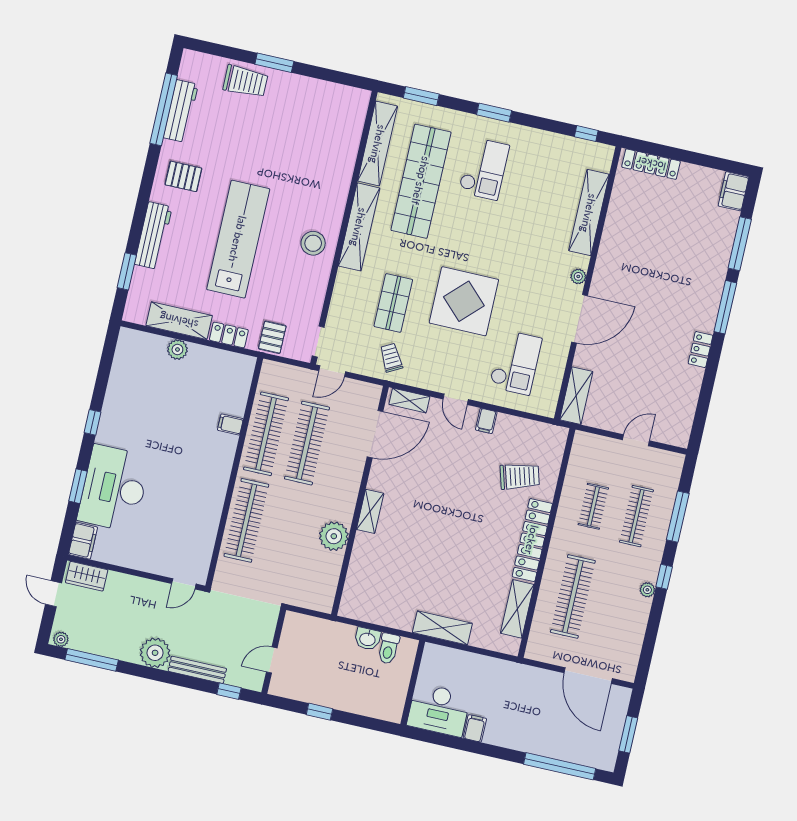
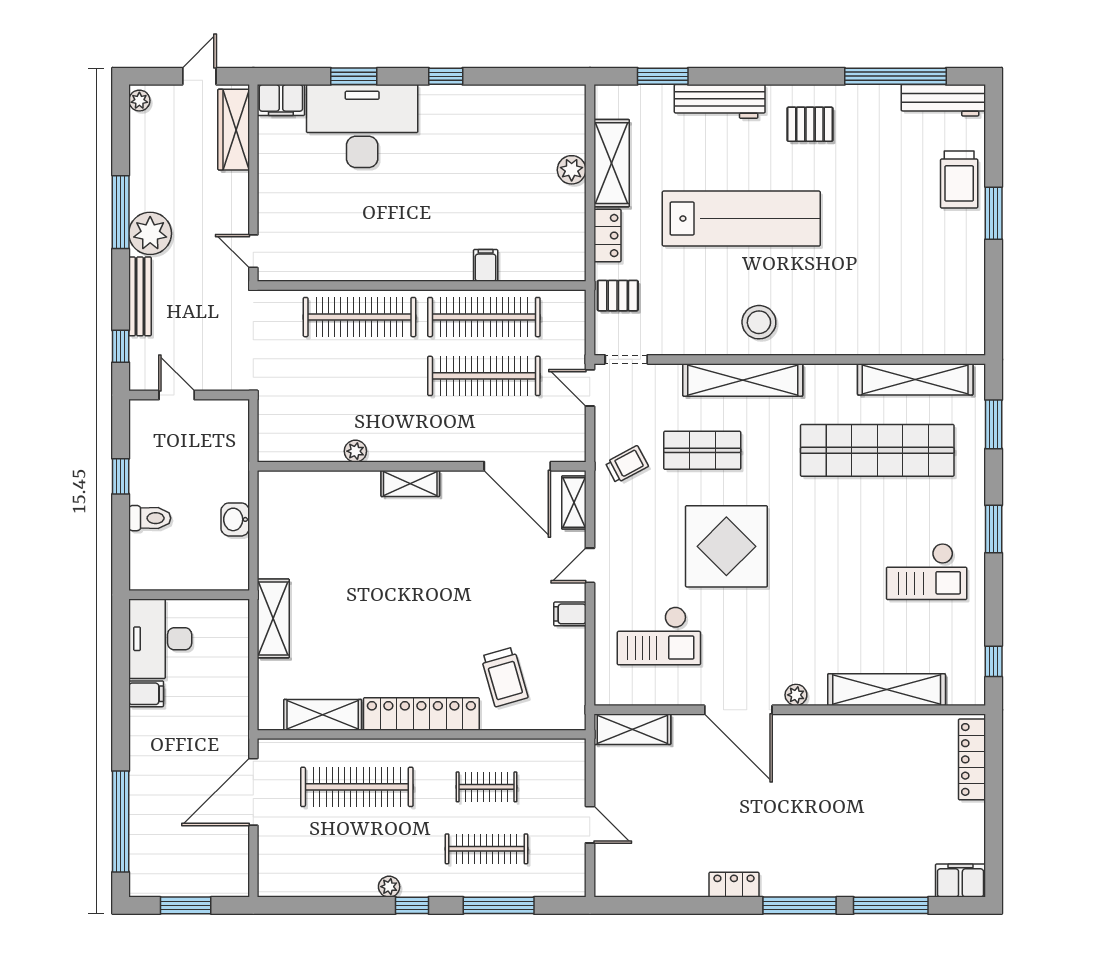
workbench: (181, 111) -> (943, 100), moved
checkout: (484, 169) -> (927, 572), moved
pallet: (183, 176) -> (810, 124), turned 90
shelving: (359, 227) -> (743, 380), moved
plant: (334, 536) -> (355, 451), width x0.53, depth x0.53
wardrobe: (87, 576) -> (234, 130), width x1.50
toilet: (388, 649) -> (150, 518), moved, turned 180
window: (92, 660) -> (121, 212), moved
door: (588, 676) -> (253, 792), moved

